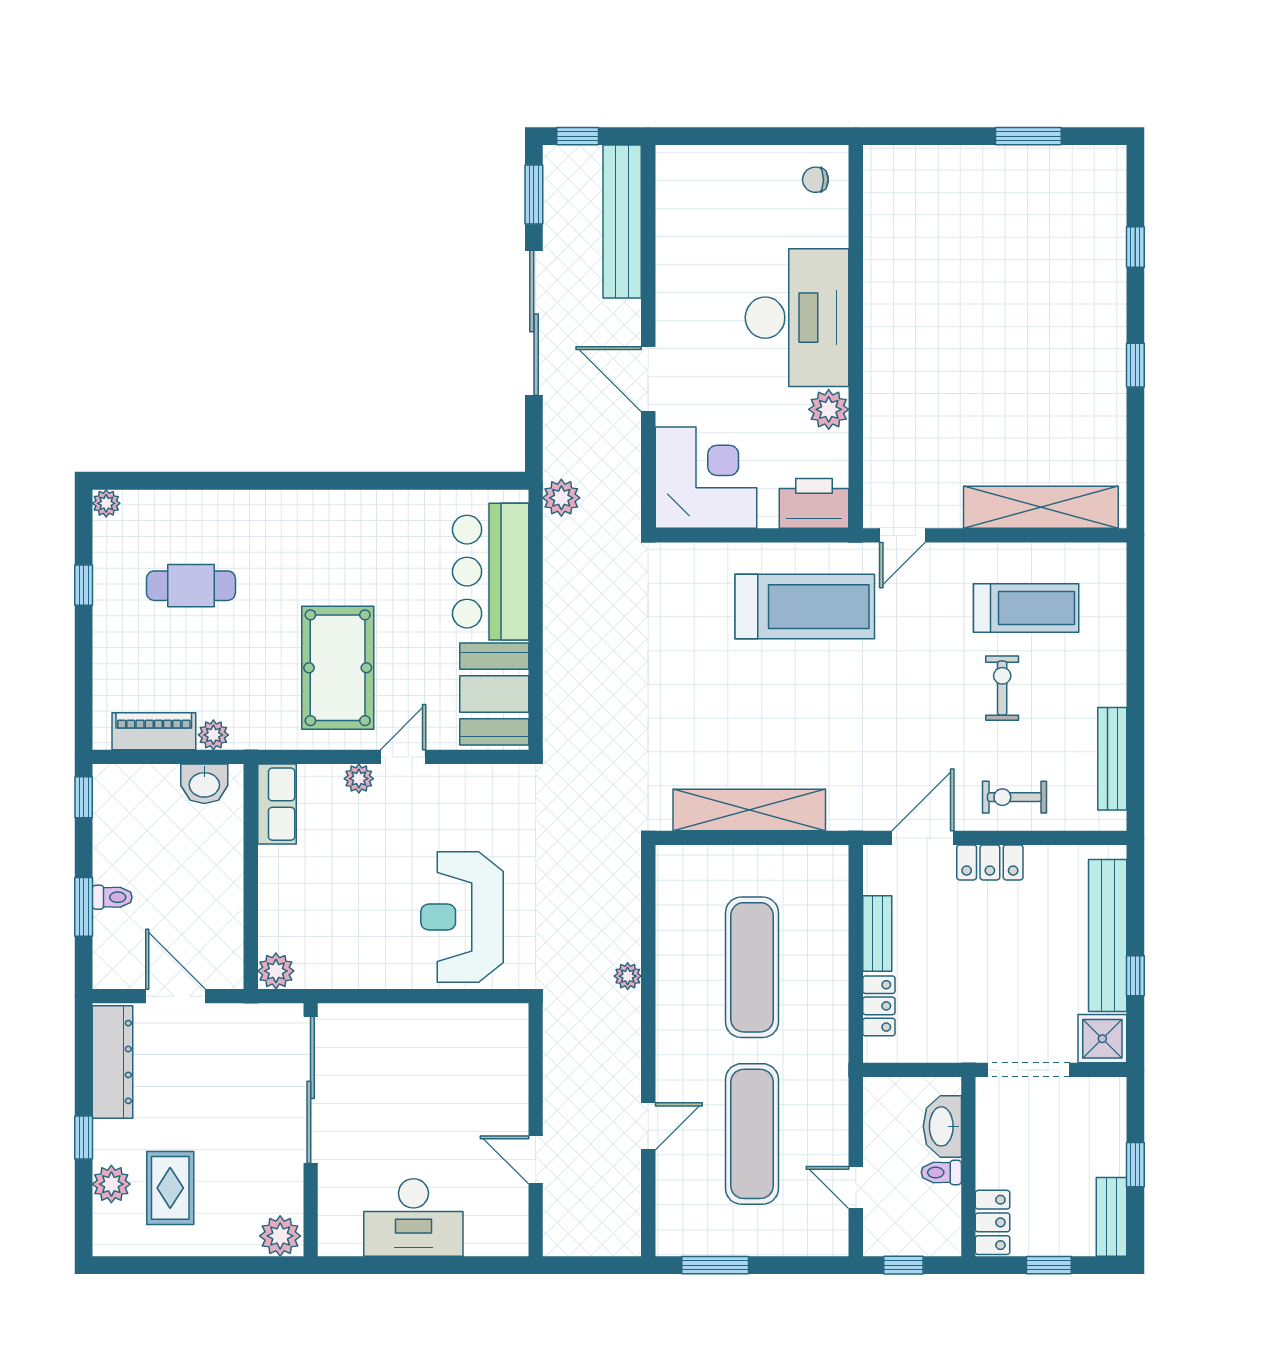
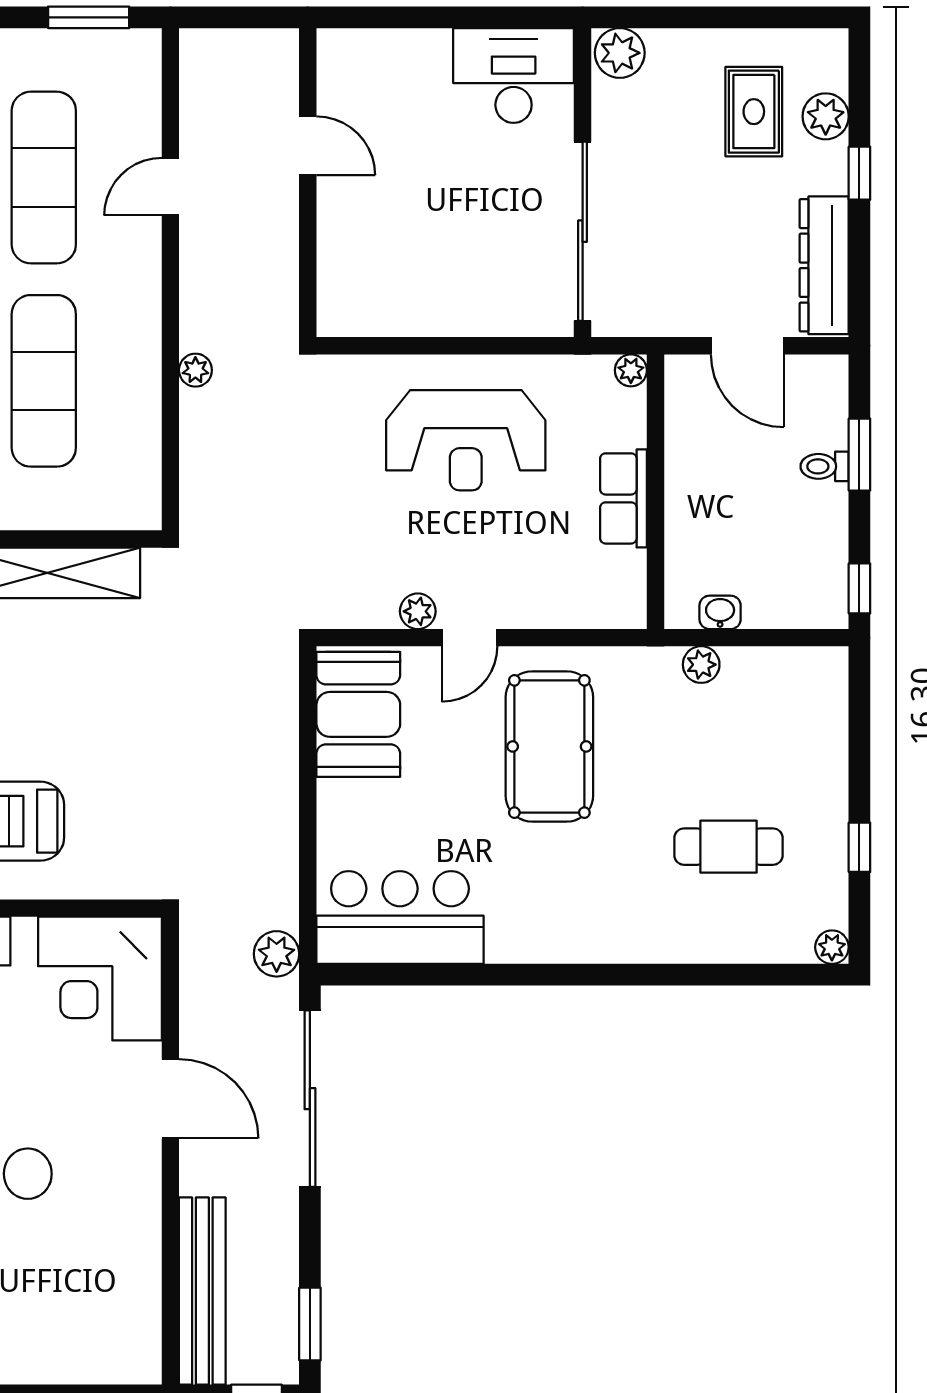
sliding door: (534, 323) -> (310, 1099), moved
bar counter: (491, 572) -> (400, 917), moved, turned -90
piano: (154, 731) -> (774, 669), removed
plant: (359, 779) -> (418, 611), moved
washbasin: (204, 784) -> (720, 612), width x0.72, depth x0.69
row of seats: (277, 804) -> (623, 498), moved
reception desk: (462, 917) -> (466, 440), moved, turned 90
plant: (276, 971) -> (631, 370), width x0.73, depth x0.73
desk: (413, 1218) -> (514, 76), moved

